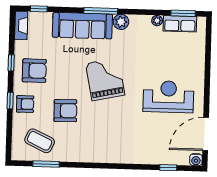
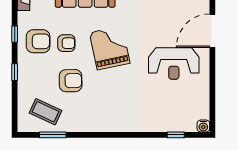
reception desk: (168, 97) -> (174, 64), turned 180
armchair: (25, 104) -> (66, 43), moved
door: (206, 134) -> (212, 31), moved

